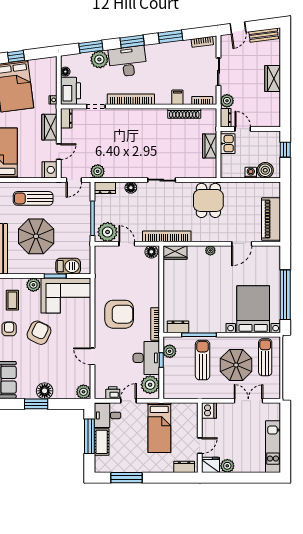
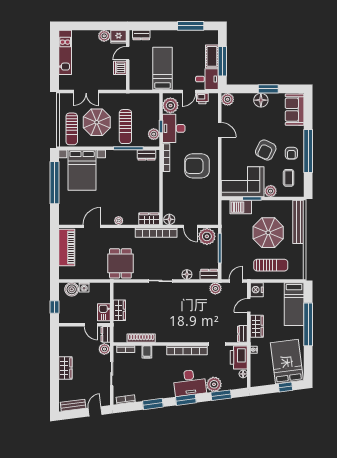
dishwasher: (209, 411) -> (120, 68), moved

